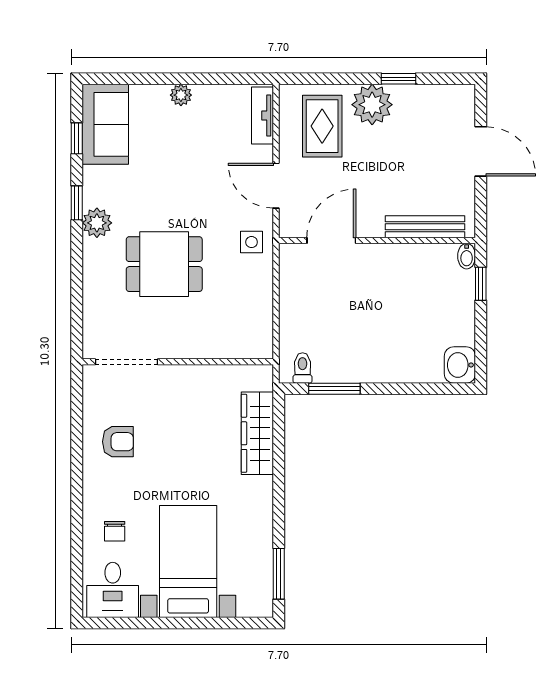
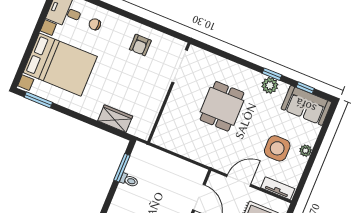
plant: (97, 223) -> (270, 85), moved
side table: (252, 242) -> (277, 148), moved, width x1.87, depth x1.87
toilet: (303, 368) -> (129, 180), moved
wardrobe: (257, 433) -> (115, 119), width x0.67
bed with nightstands: (188, 561) -> (60, 65), width x1.36

